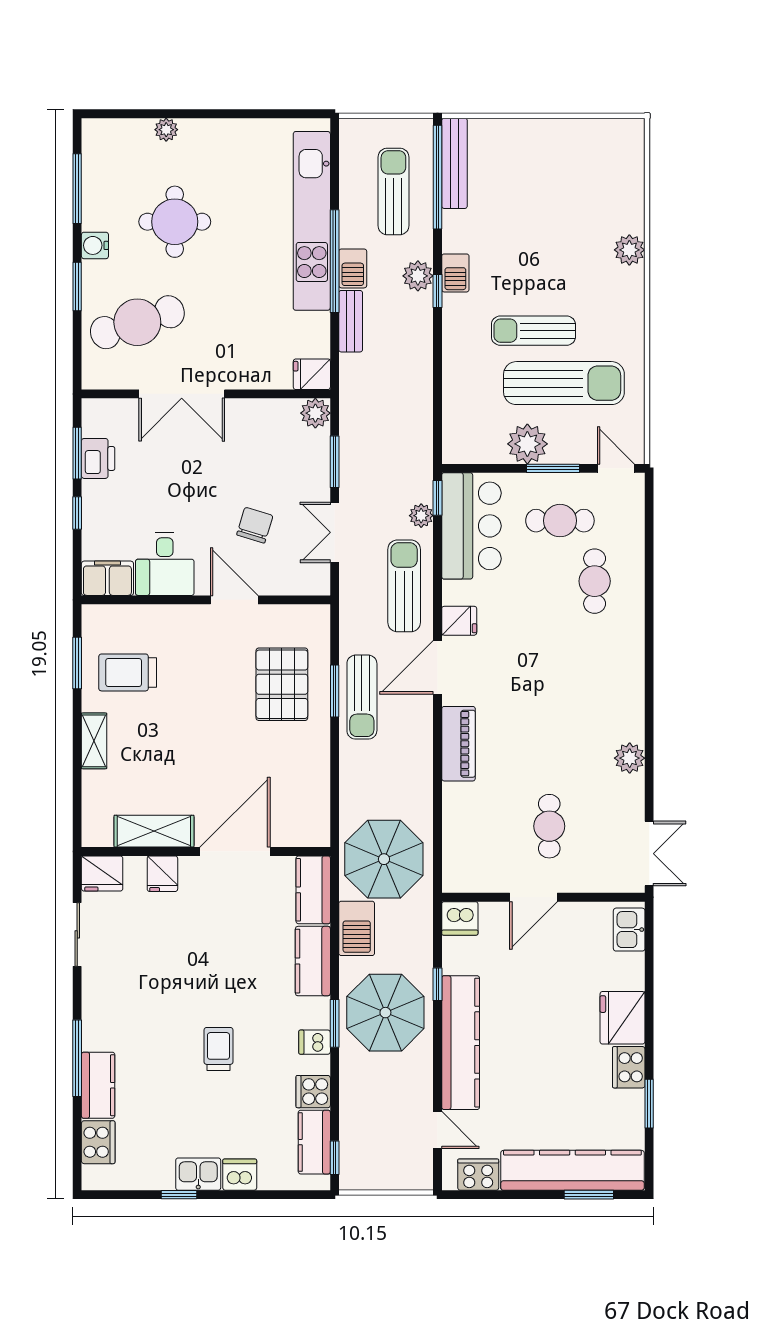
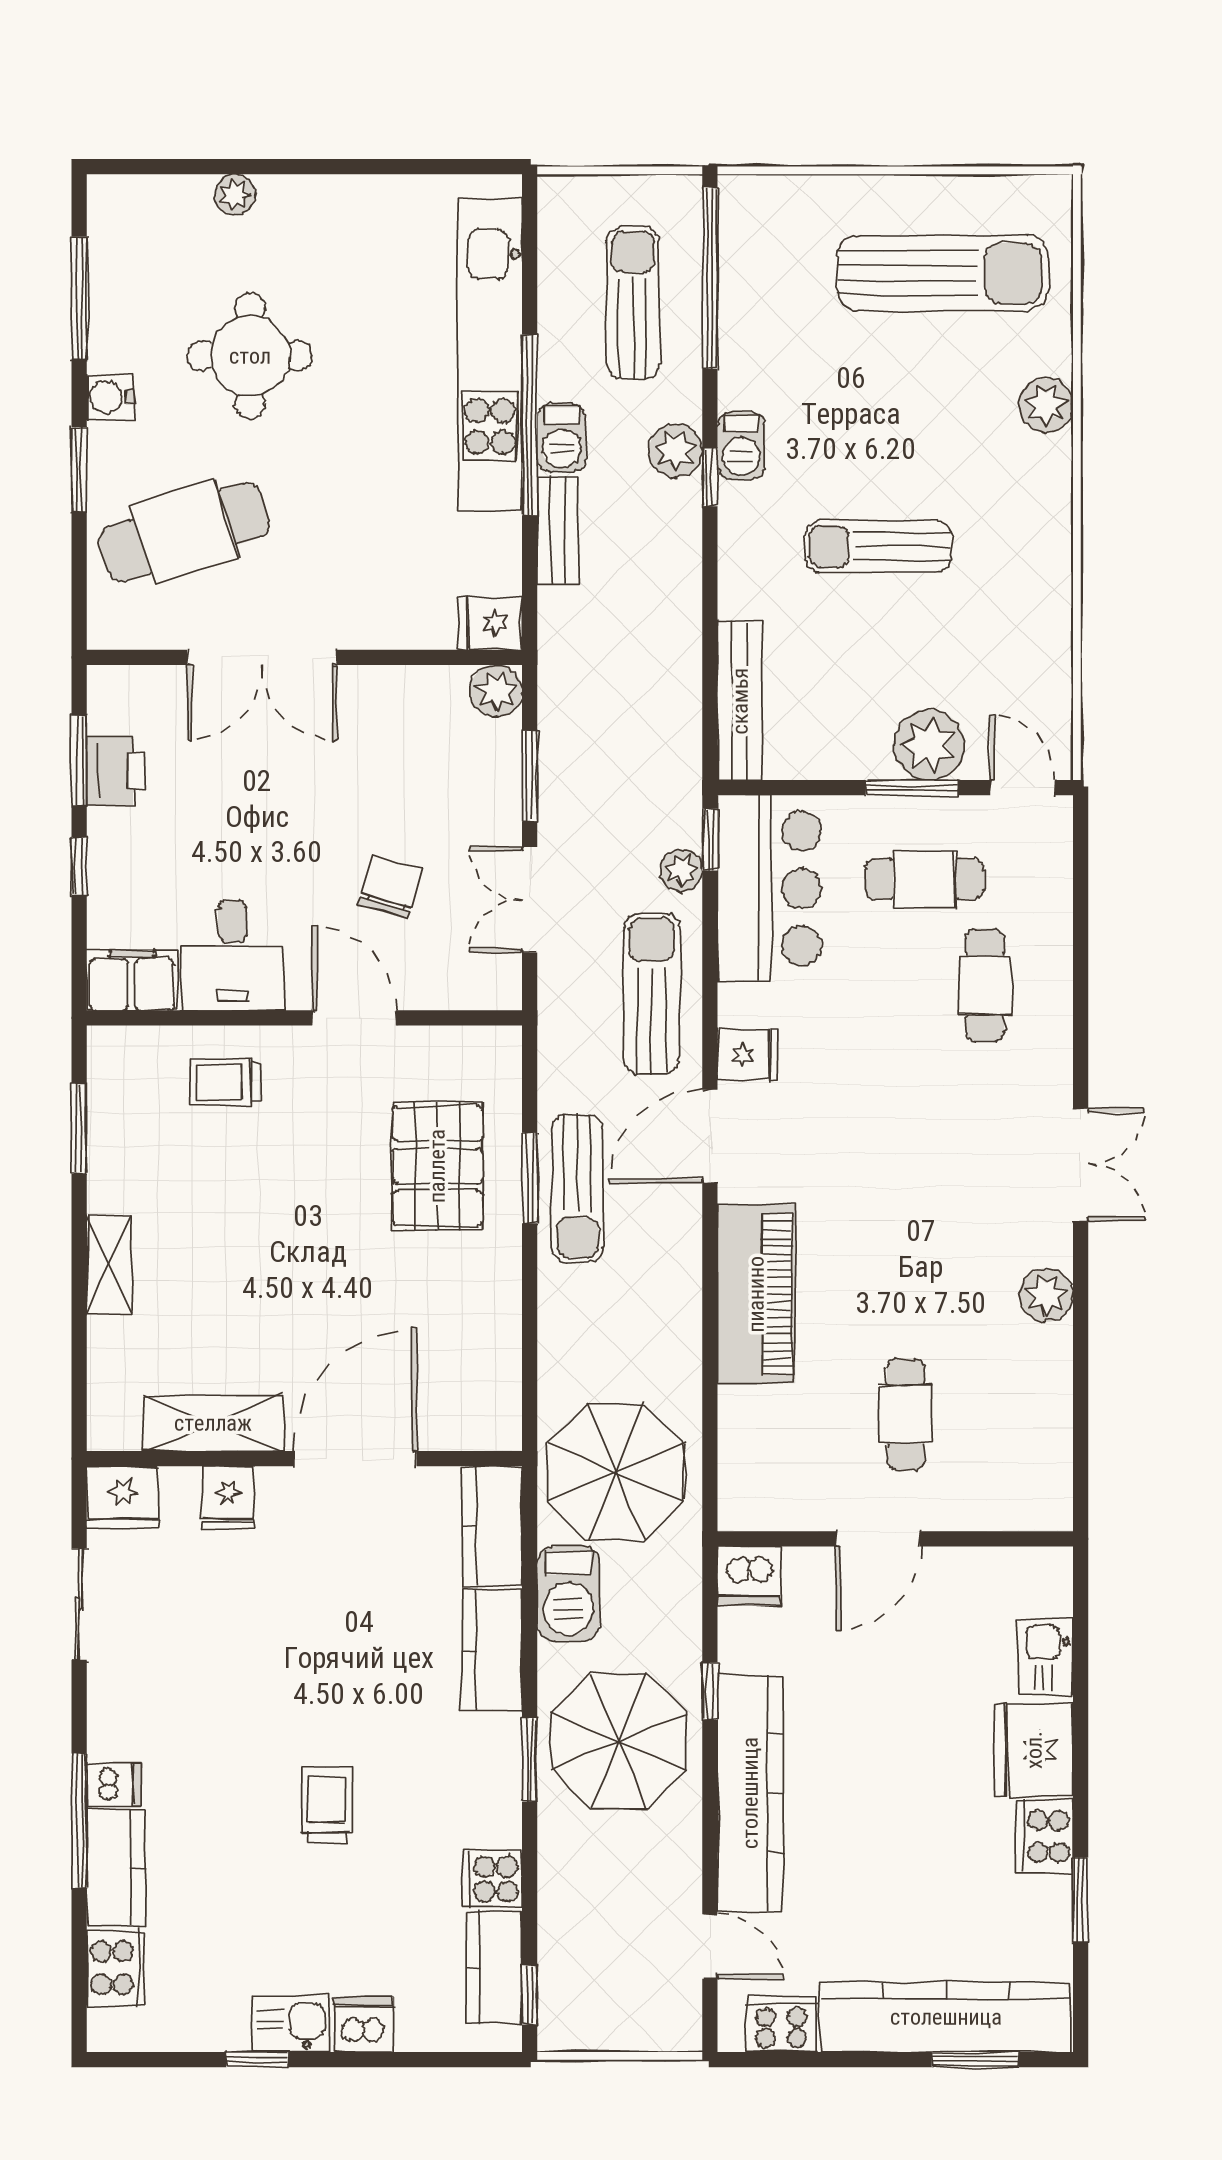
bench: (454, 163) -> (740, 701), moved
sun lounger: (564, 383) -> (943, 273), moved
plant: (527, 444) -> (929, 745), moved
trolley: (128, 672) -> (225, 1082), moved, width x0.73, depth x0.72
piano: (458, 744) -> (756, 1294), width x1.37, depth x1.33
double door: (649, 854) -> (1081, 1165), moved
kitchen sink: (629, 930) -> (1046, 1657), moved
dishwasher: (315, 1042) -> (114, 1785), moved, turned 180

